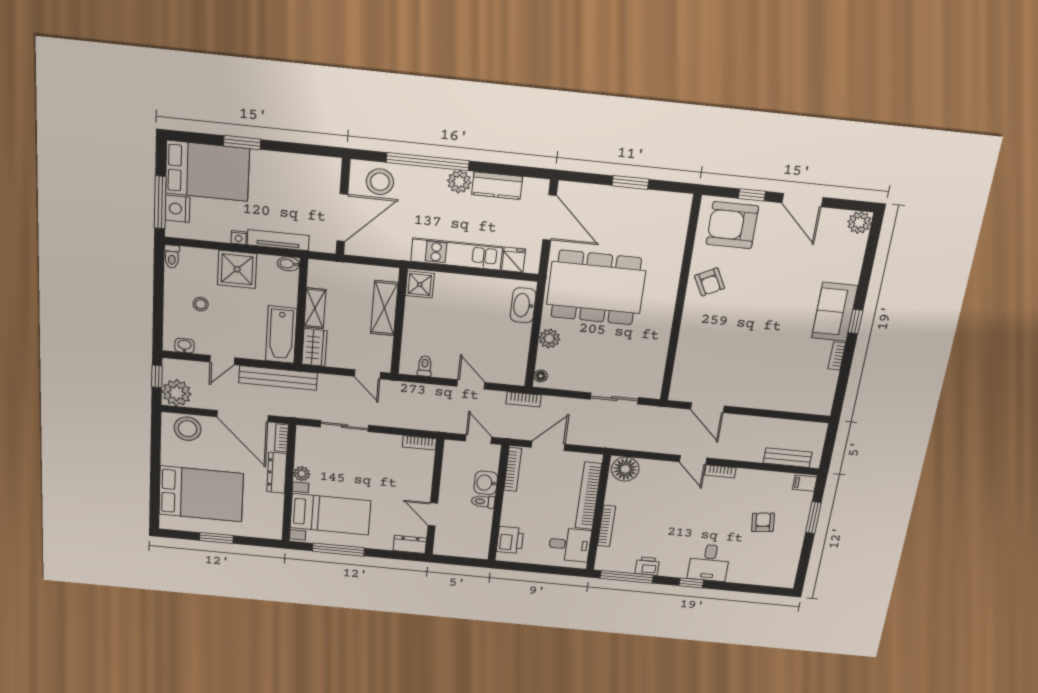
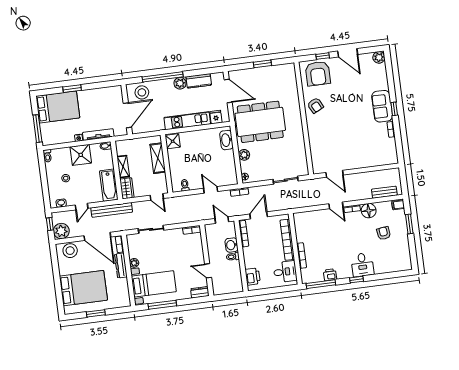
nightstand: (177, 209) -> (46, 130), removed
armchair: (732, 225) -> (318, 74), turned -90
floor lamp: (625, 469) -> (369, 211), moved

